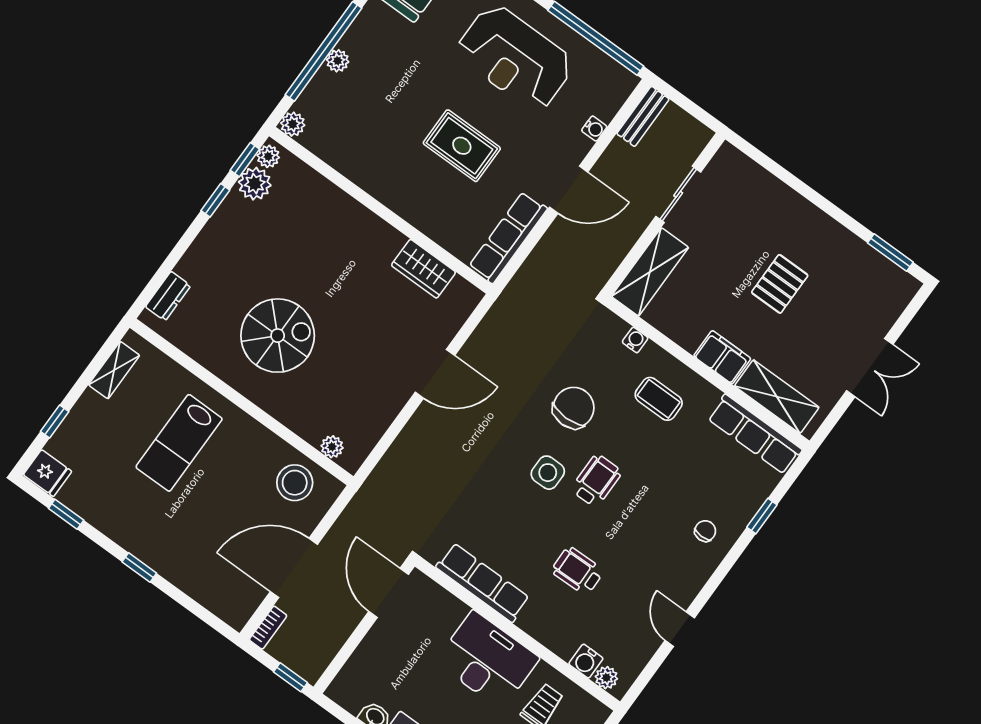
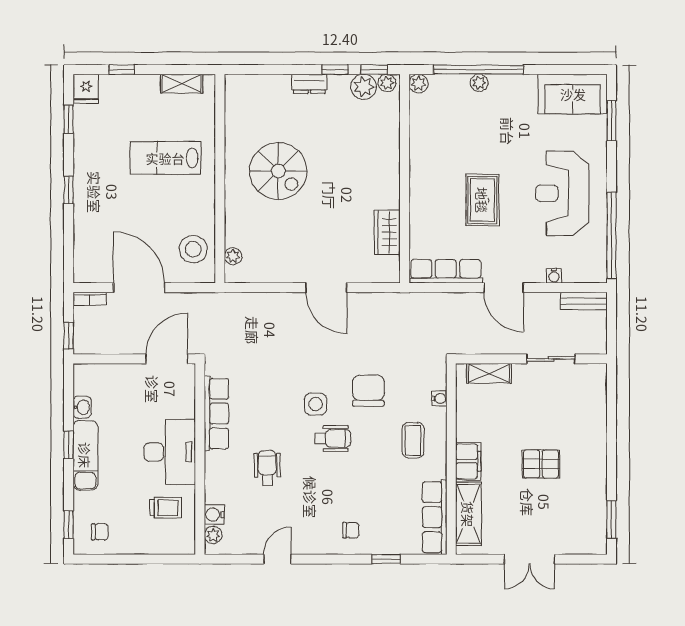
shelving: (650, 272) -> (489, 373), width x0.67, depth x0.75
dresser: (168, 296) -> (309, 84), moved
chair: (574, 408) -> (368, 391), turned -90

